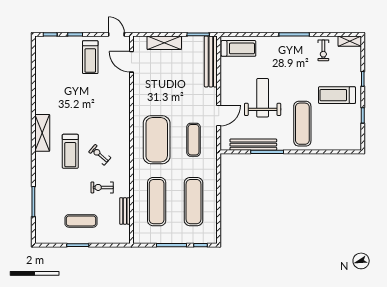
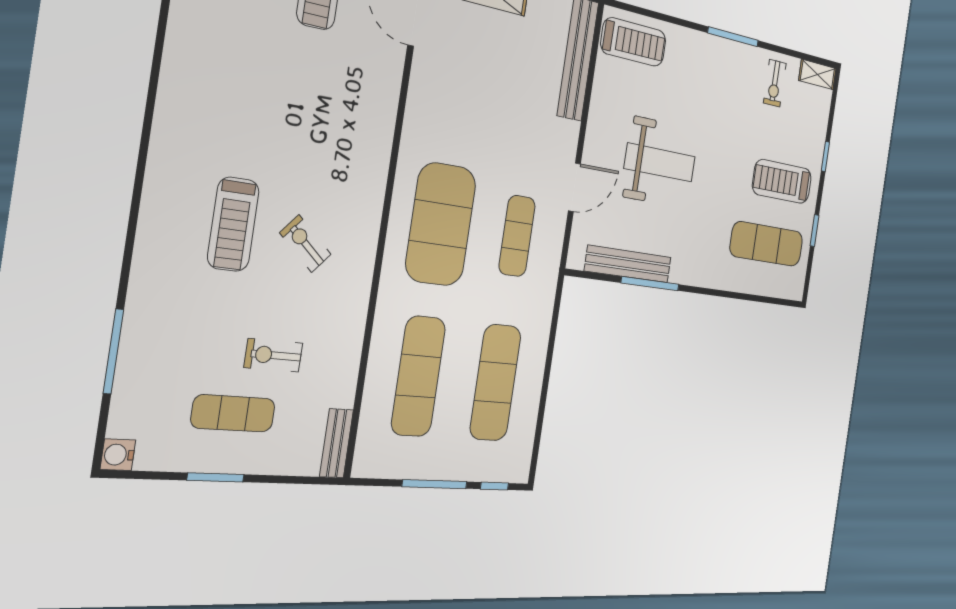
weight bench: (263, 98) -> (660, 162), turned 90
exercise mat: (302, 124) -> (767, 244), moved, turned 90
shelving: (42, 133) -> (167, 163), removed
exercise bike: (102, 187) -> (273, 355), moved
bench: (125, 211) -> (337, 443), moved
water cooler: (40, 238) -> (118, 455), added

